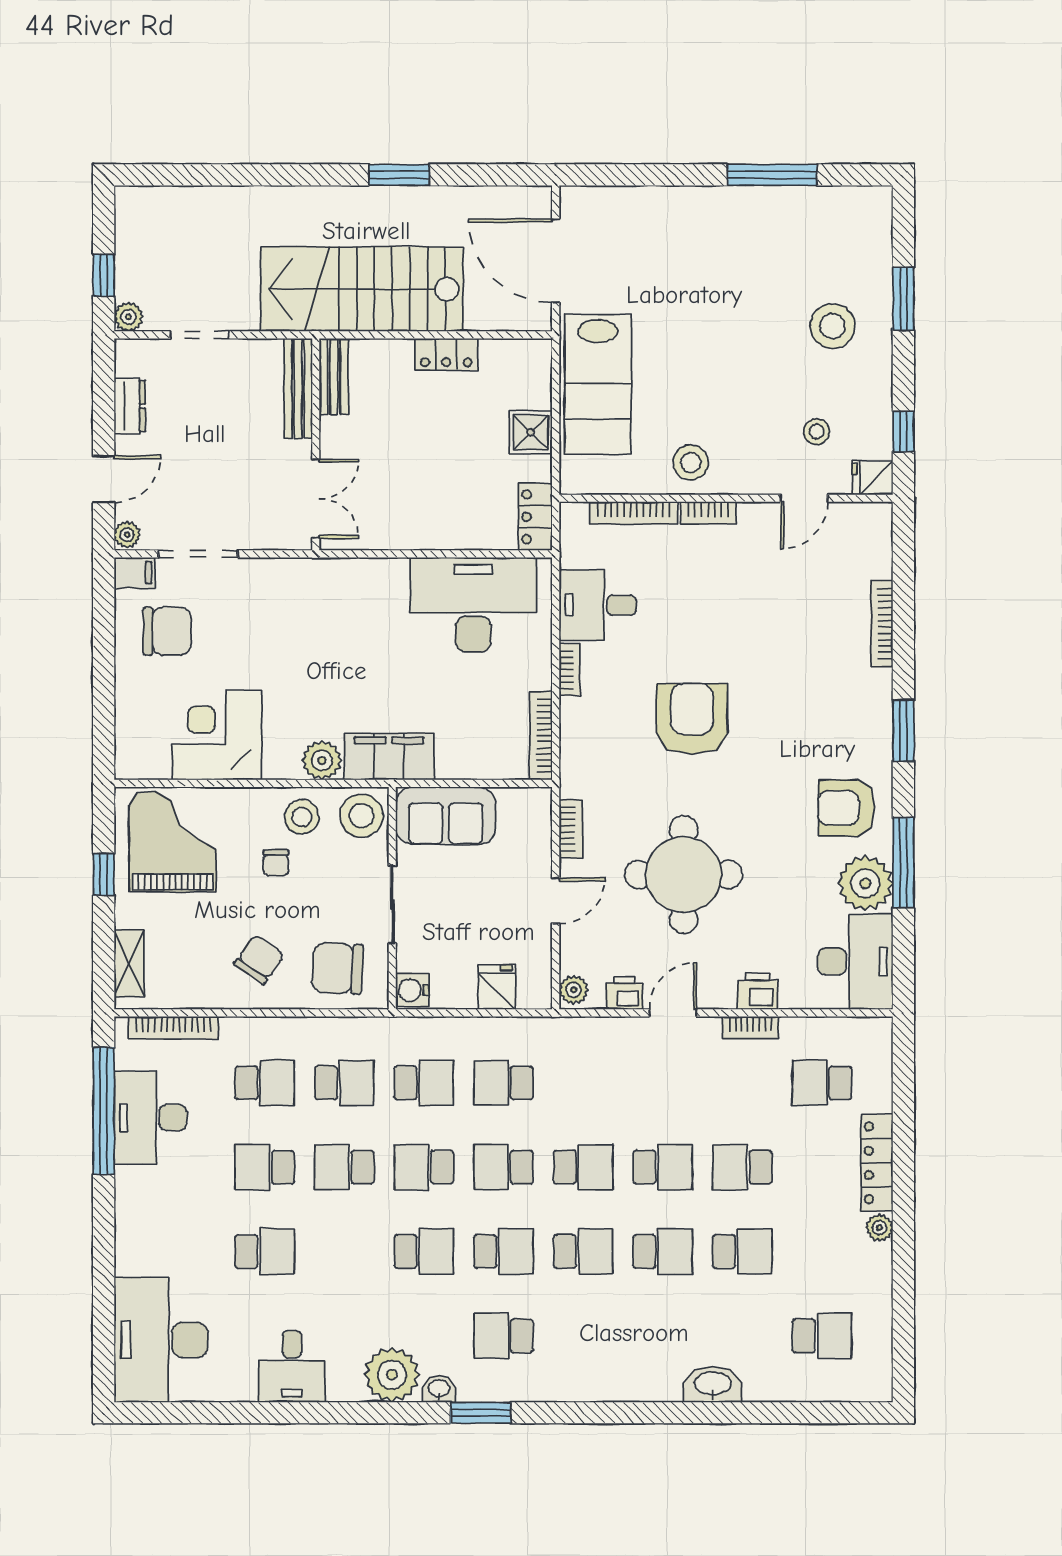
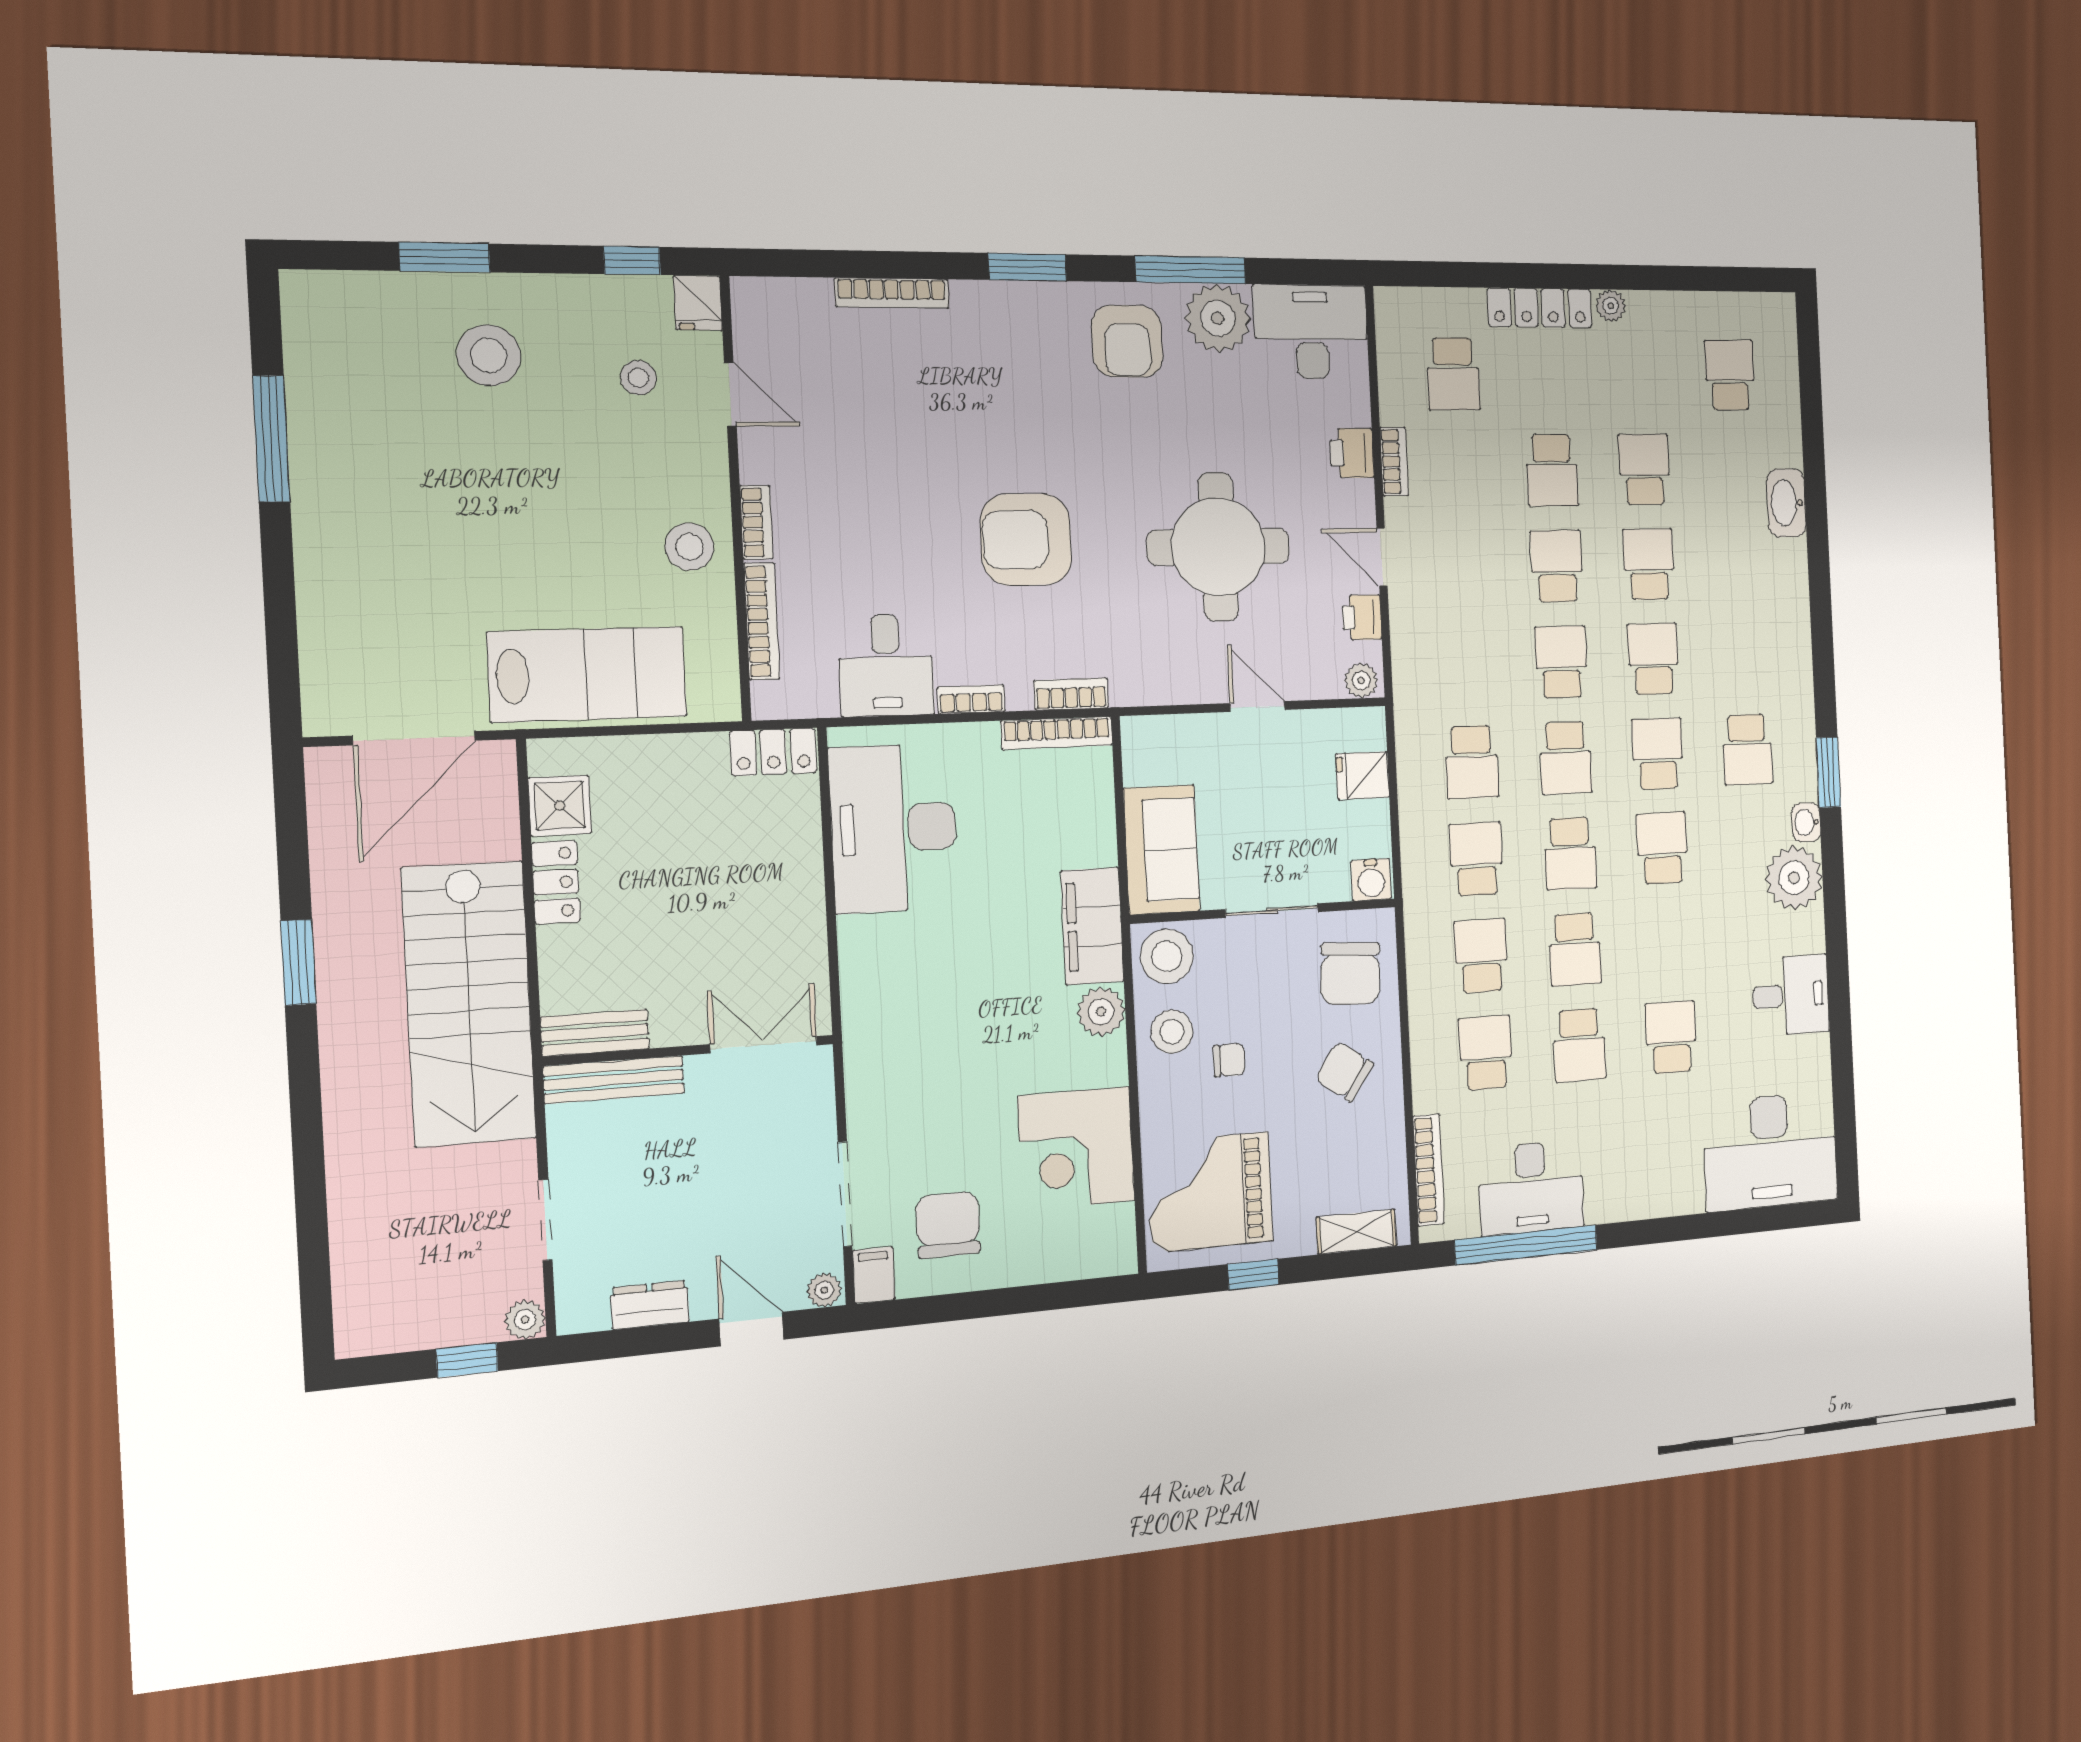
shower: (531, 432) -> (560, 806), moved
bookcase: (571, 829) -> (1071, 694), moved

